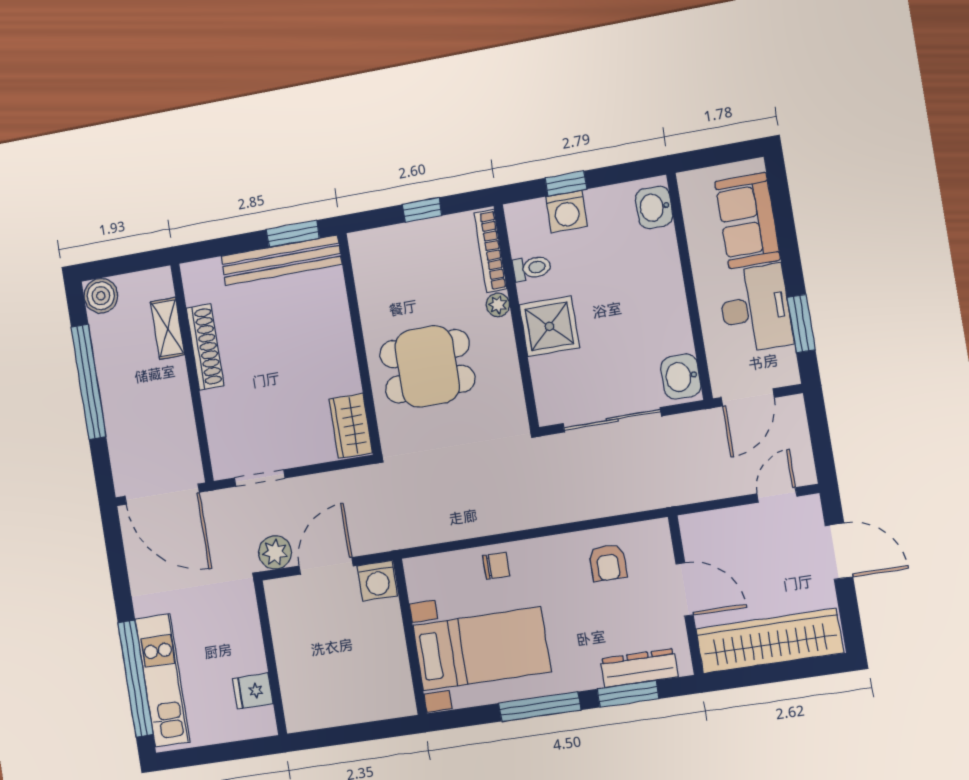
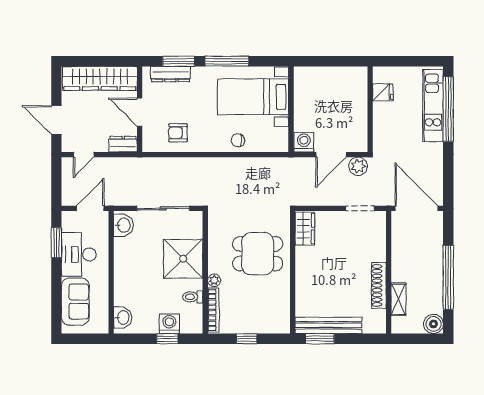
shower: (549, 326) -> (183, 259), width x1.37, depth x1.37
dresser: (706, 526) -> (123, 144), added
armchair: (608, 563) -> (178, 133), turned -90

